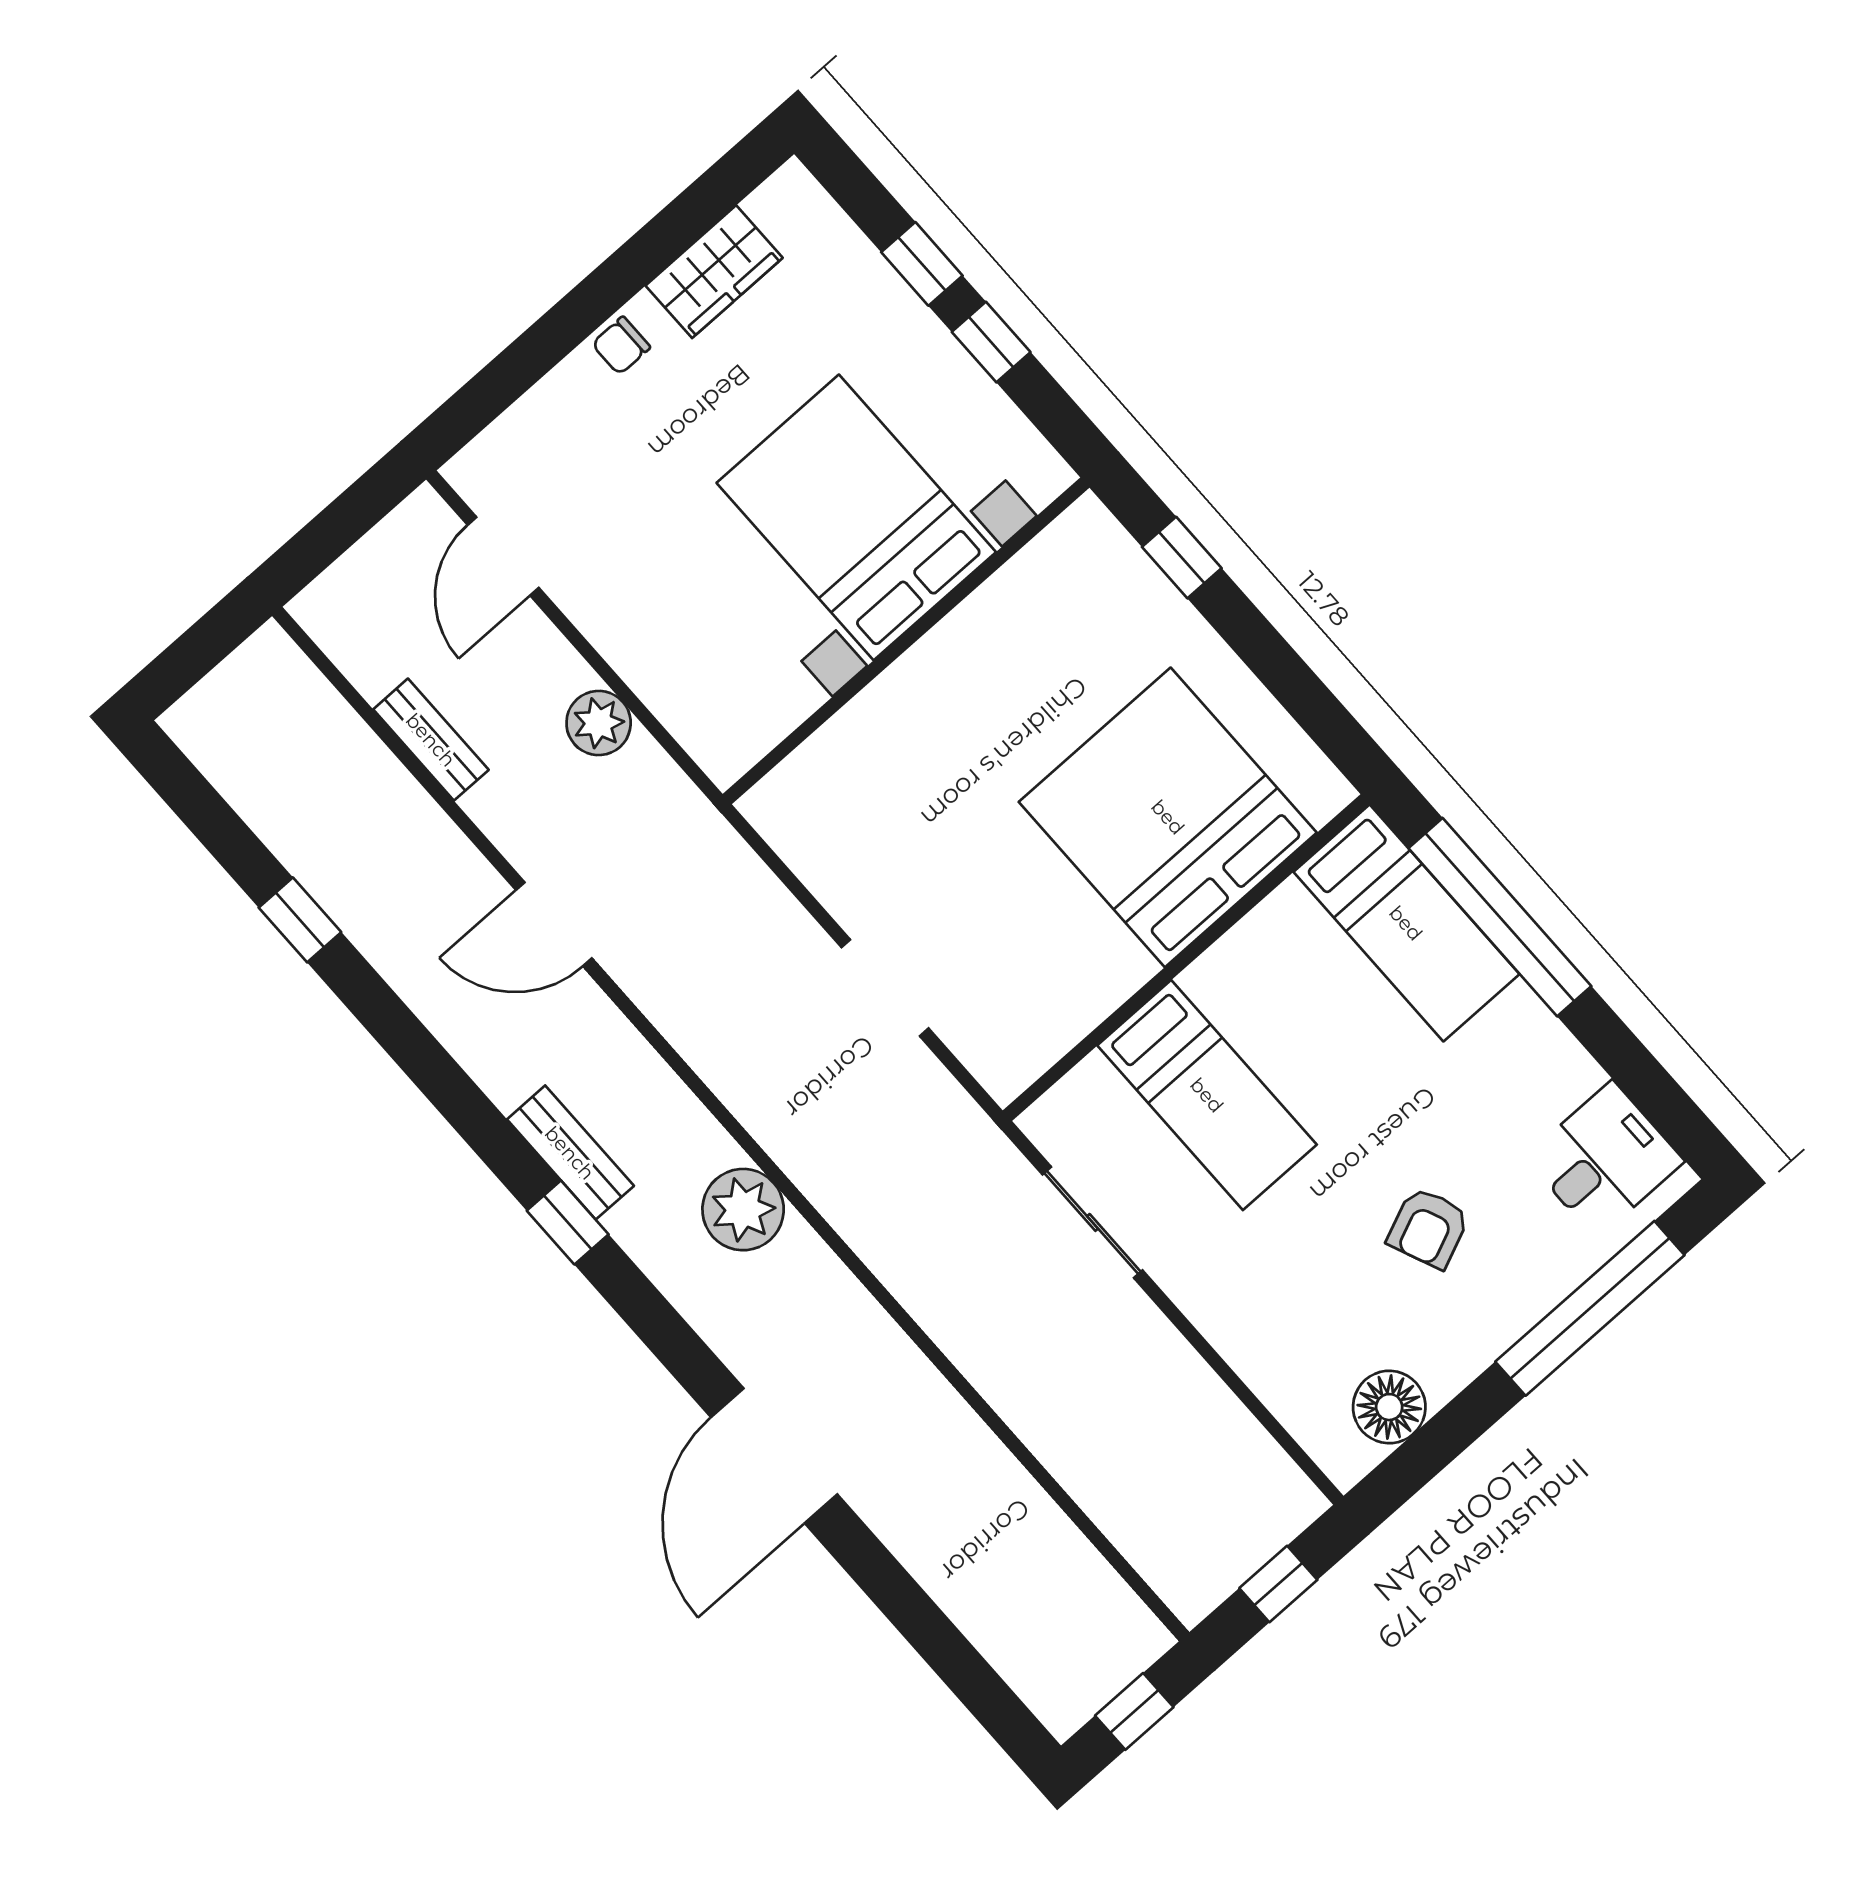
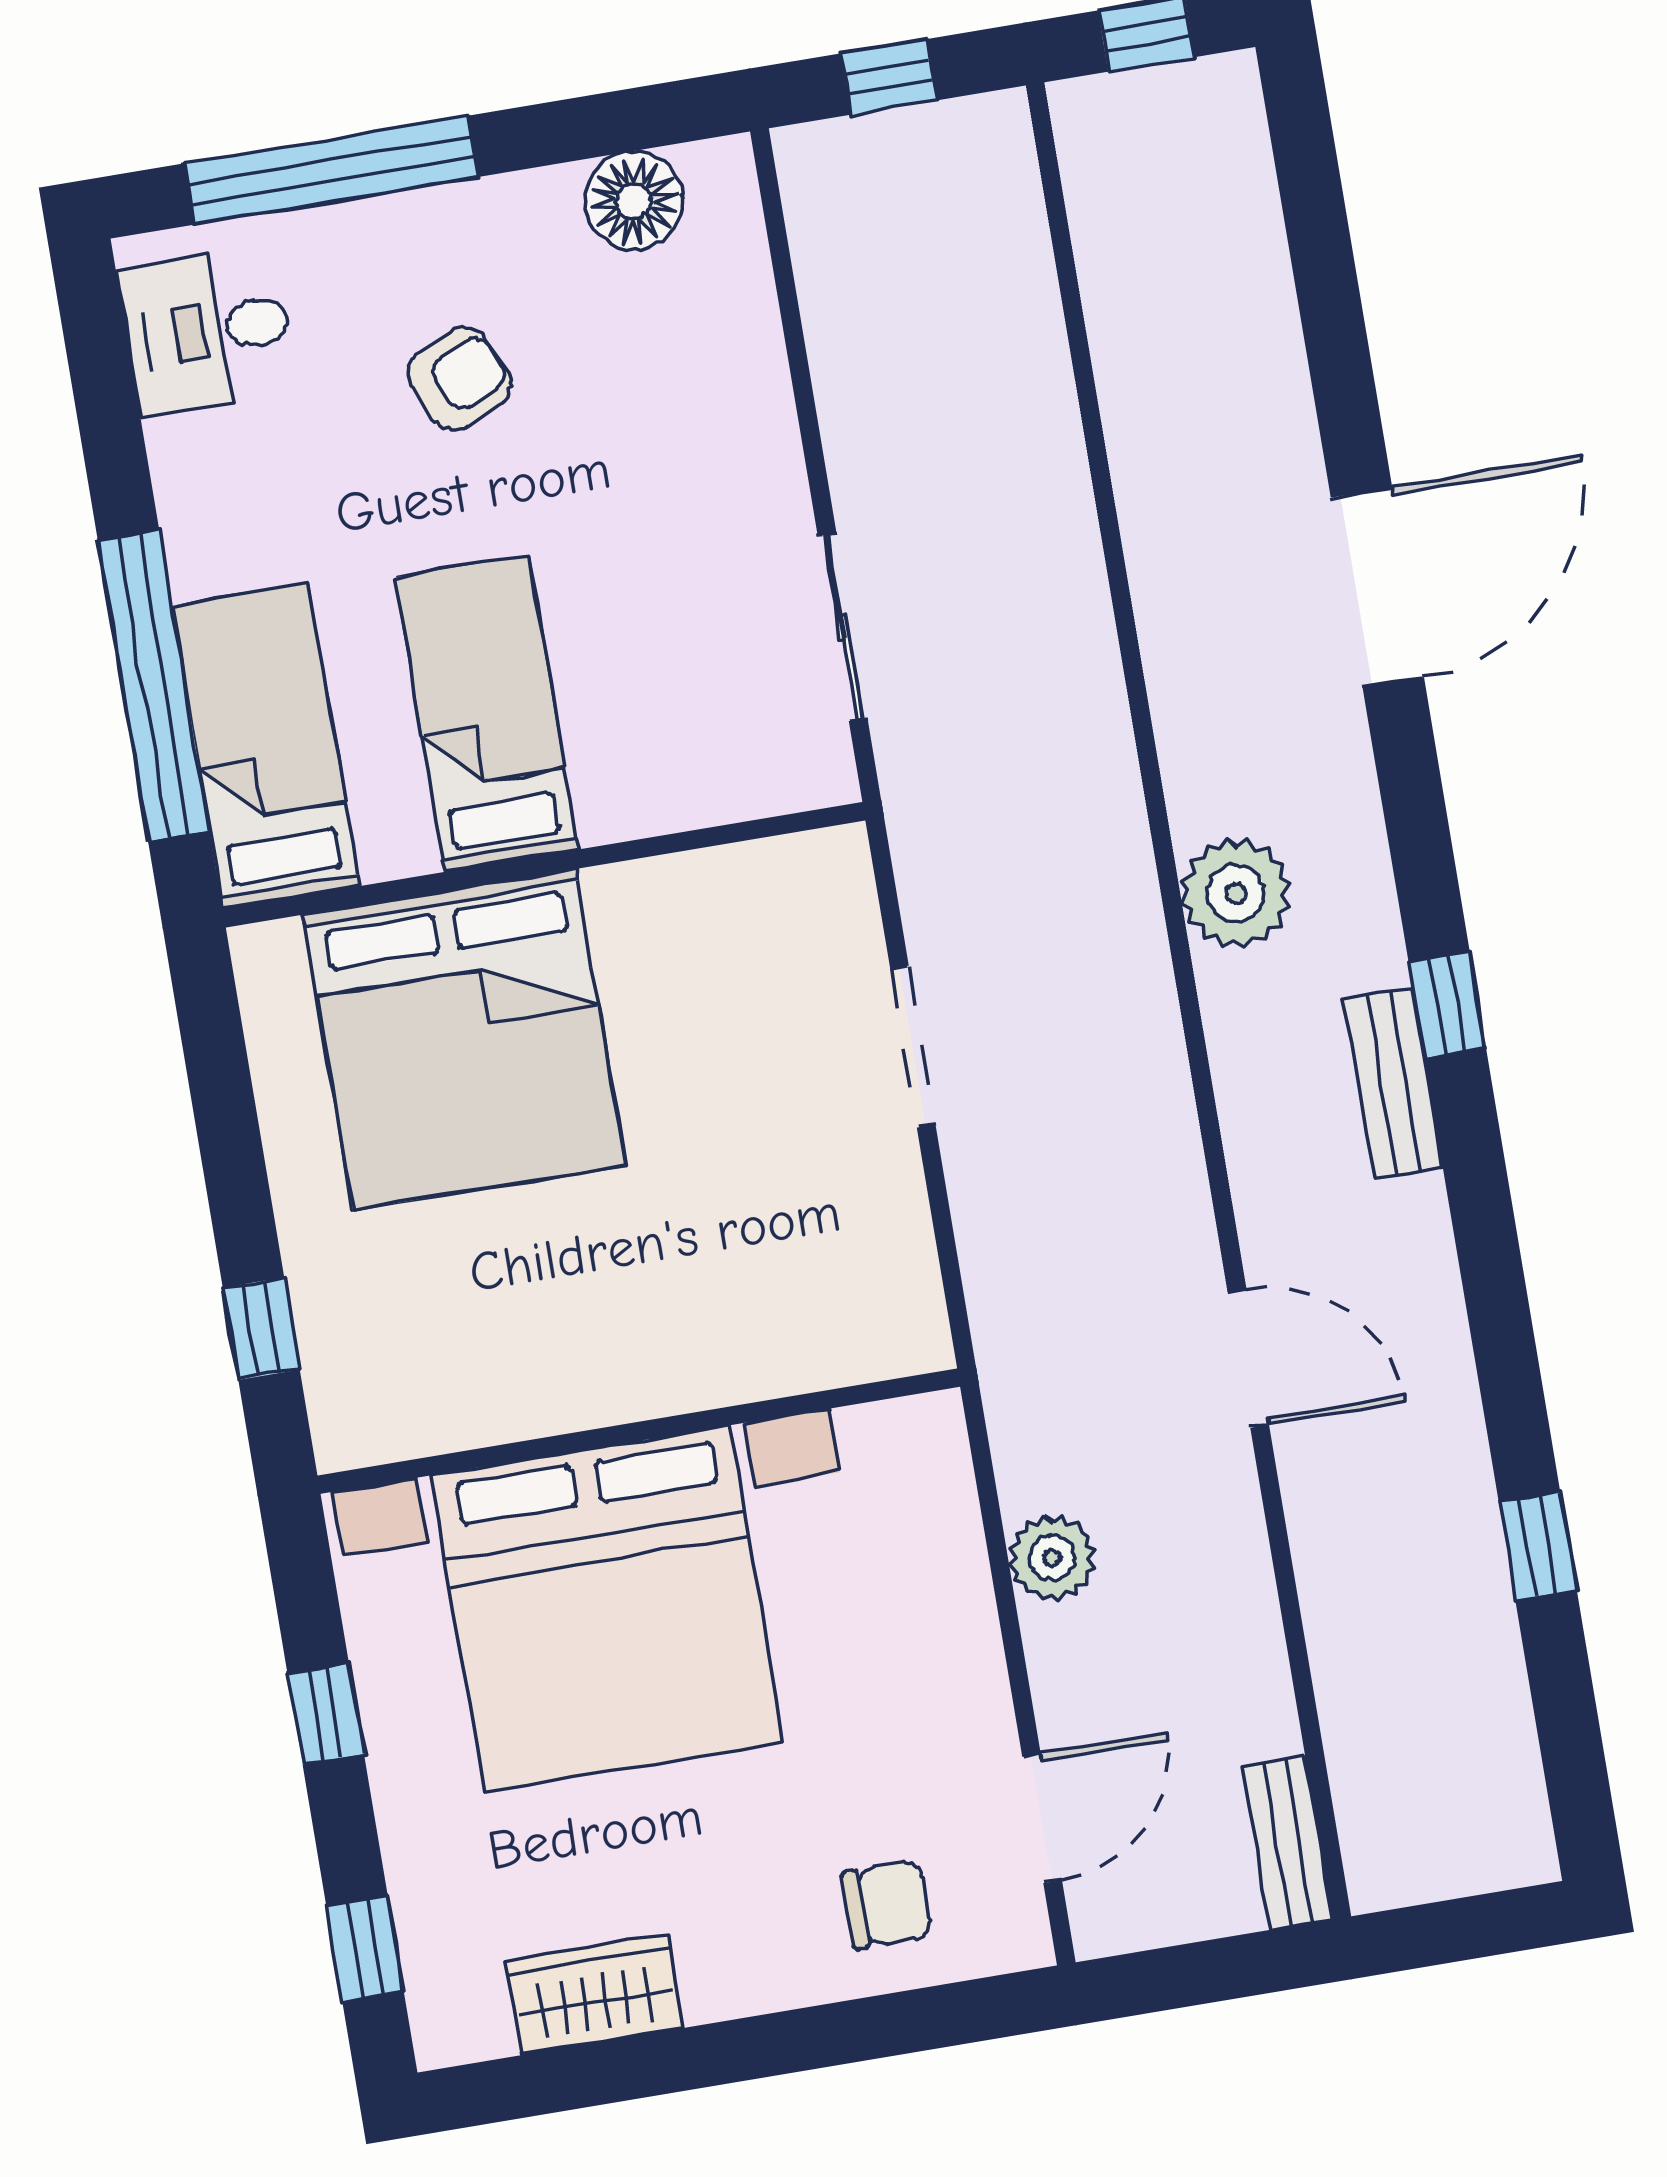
window: (922, 264) -> (365, 1949), moved
chair: (621, 346) -> (887, 1904), moved, width x1.37, depth x1.37
bed with nightstands: (856, 517) -> (607, 1609), width x1.36
bench: (431, 740) -> (1288, 1843), moved
bed: (1207, 1095) -> (487, 714), moved

